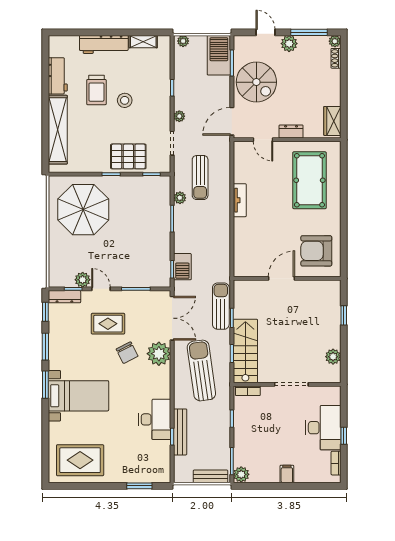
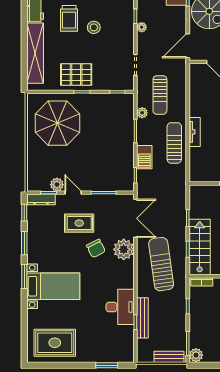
plant: (179, 116) -> (142, 27), moved
pallet: (128, 156) -> (76, 75), moved
tv unit: (240, 200) -> (195, 132), moved
barbecue: (182, 267) -> (144, 157), moved
sun lounger: (221, 306) -> (174, 143), moved

